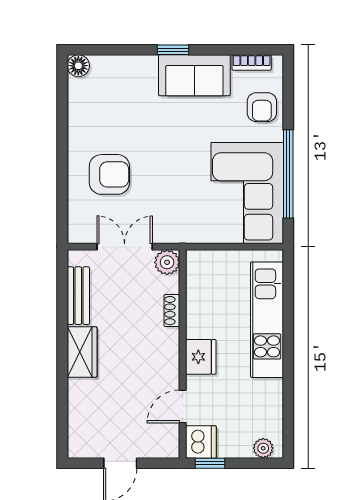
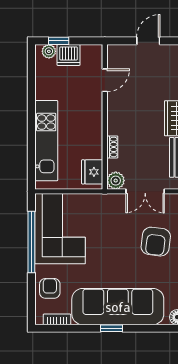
sofa: (194, 75) -> (118, 307), width x1.85, depth x1.27
armchair: (109, 174) -> (156, 242), turned -83
fridge: (201, 357) -> (92, 172), moved
dishwasher: (201, 442) -> (69, 55), moved, turned -90
window: (210, 463) -> (59, 41), moved

